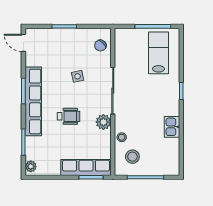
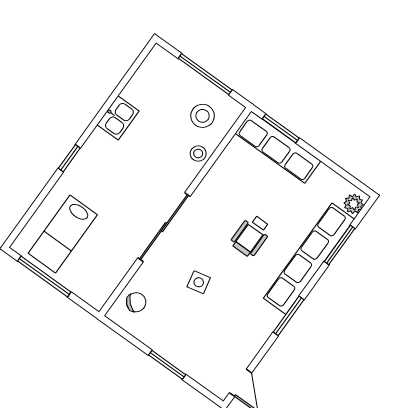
row of seats: (33, 101) -> (309, 259), moved
wheelchair: (68, 116) -> (251, 236), turned -90
plant: (103, 122) -> (208, 193), removed

